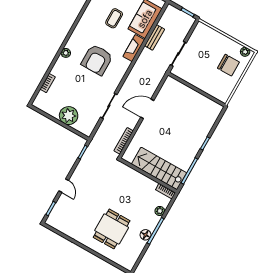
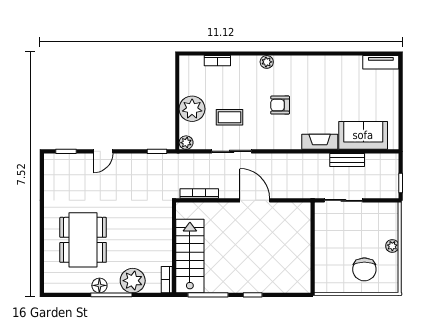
coffee table: (114, 18) -> (230, 117), moved
plant: (245, 52) -> (392, 246), moved
armchair: (97, 60) -> (280, 105), width x0.53, depth x0.53
plant: (87, 131) -> (186, 143), added
plant: (160, 211) -> (133, 281), width x1.88, depth x1.88
dining table: (112, 229) -> (83, 240), width x1.38

